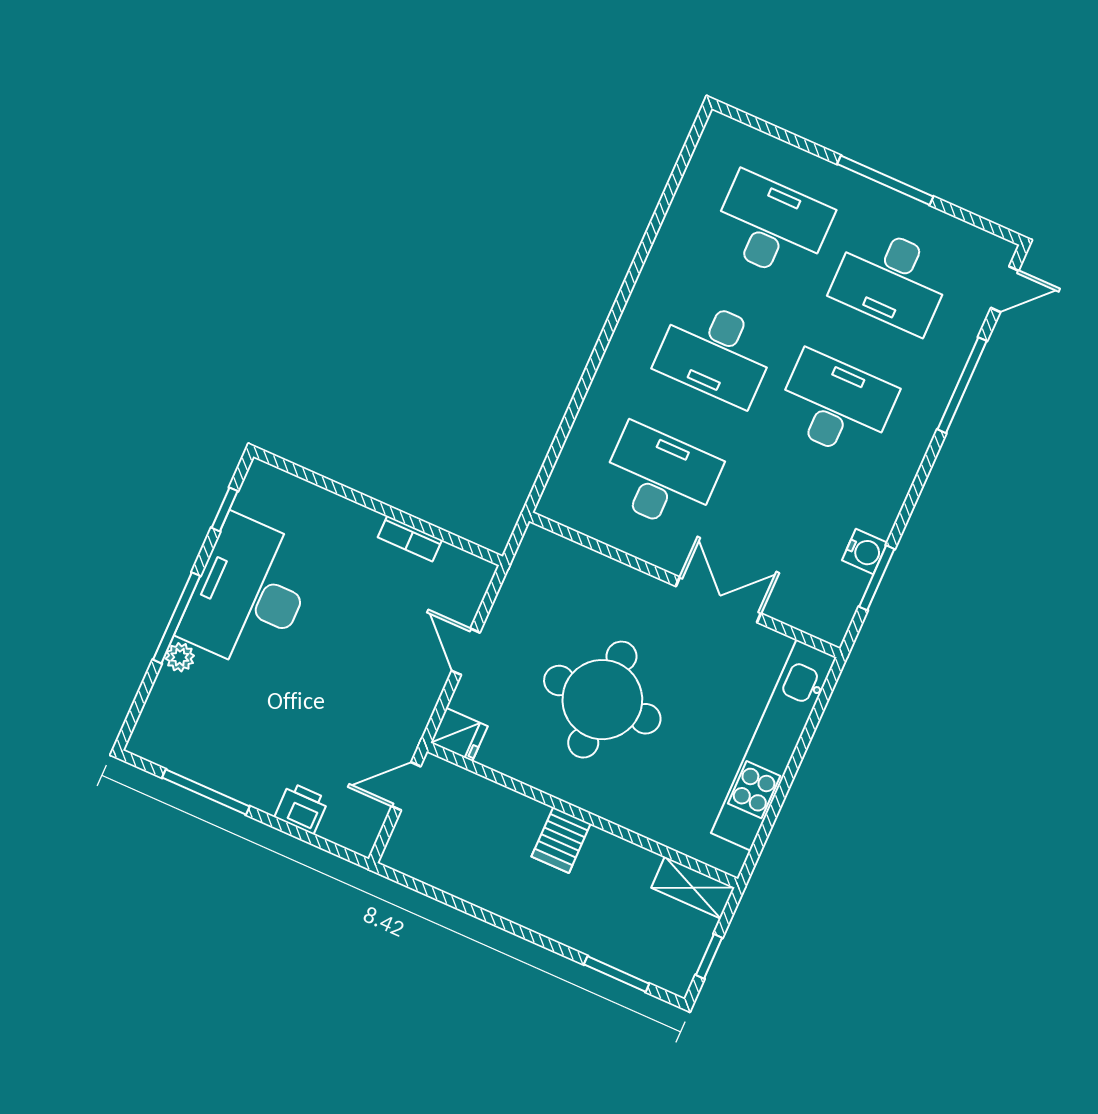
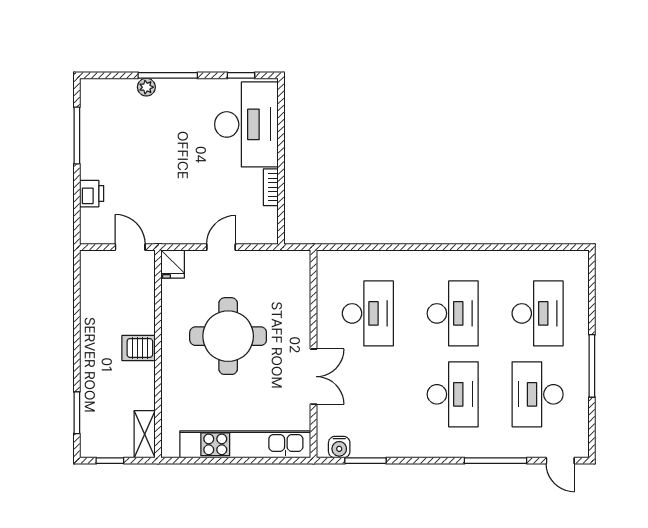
desk: (716, 352) -> (453, 313), turned 180
water cooler: (865, 551) -> (339, 447), moved
desk: (249, 593) -> (246, 124), moved, turned 90

